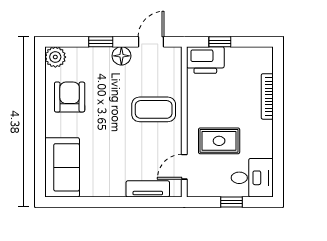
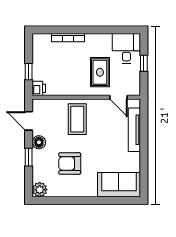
printer: (205, 60) -> (39, 88), width x0.53, depth x0.68
armchair: (70, 97) -> (70, 163), moved
tv unit: (148, 189) -> (134, 130), width x1.41

